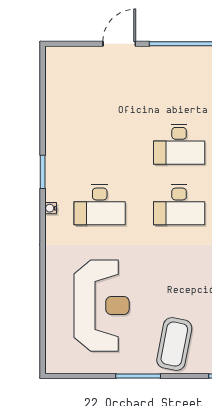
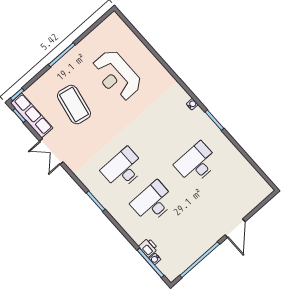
desk: (100, 205) -> (197, 163), moved
reception desk: (102, 306) -> (116, 76), width x0.74, depth x0.77
coffee table: (174, 344) -> (74, 105), moved

